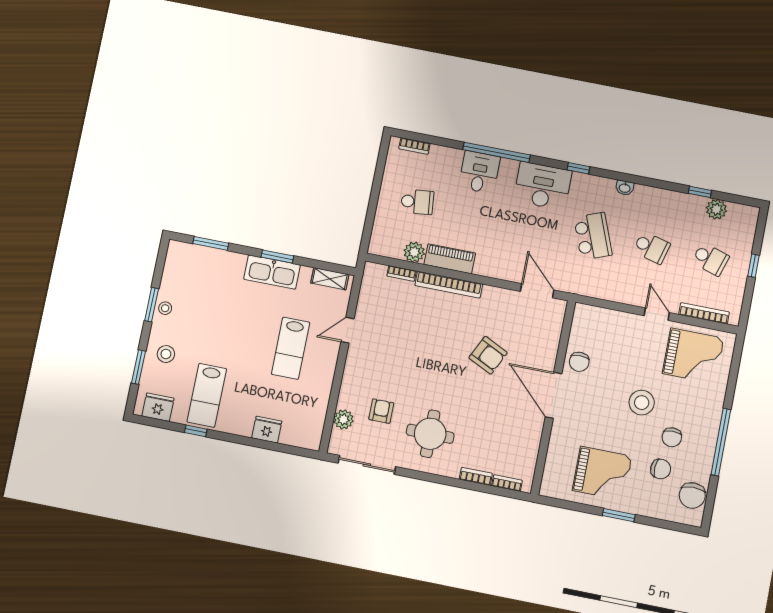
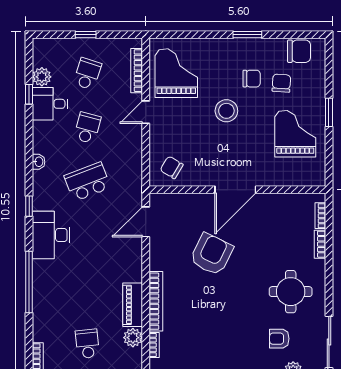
desk: (479, 172) -> (50, 104), moved
armchair: (488, 355) -> (211, 254), width x1.36, depth x1.36
chair: (579, 362) -> (172, 167), moved, turned -149
window: (721, 442) -> (247, 35), width x0.47

